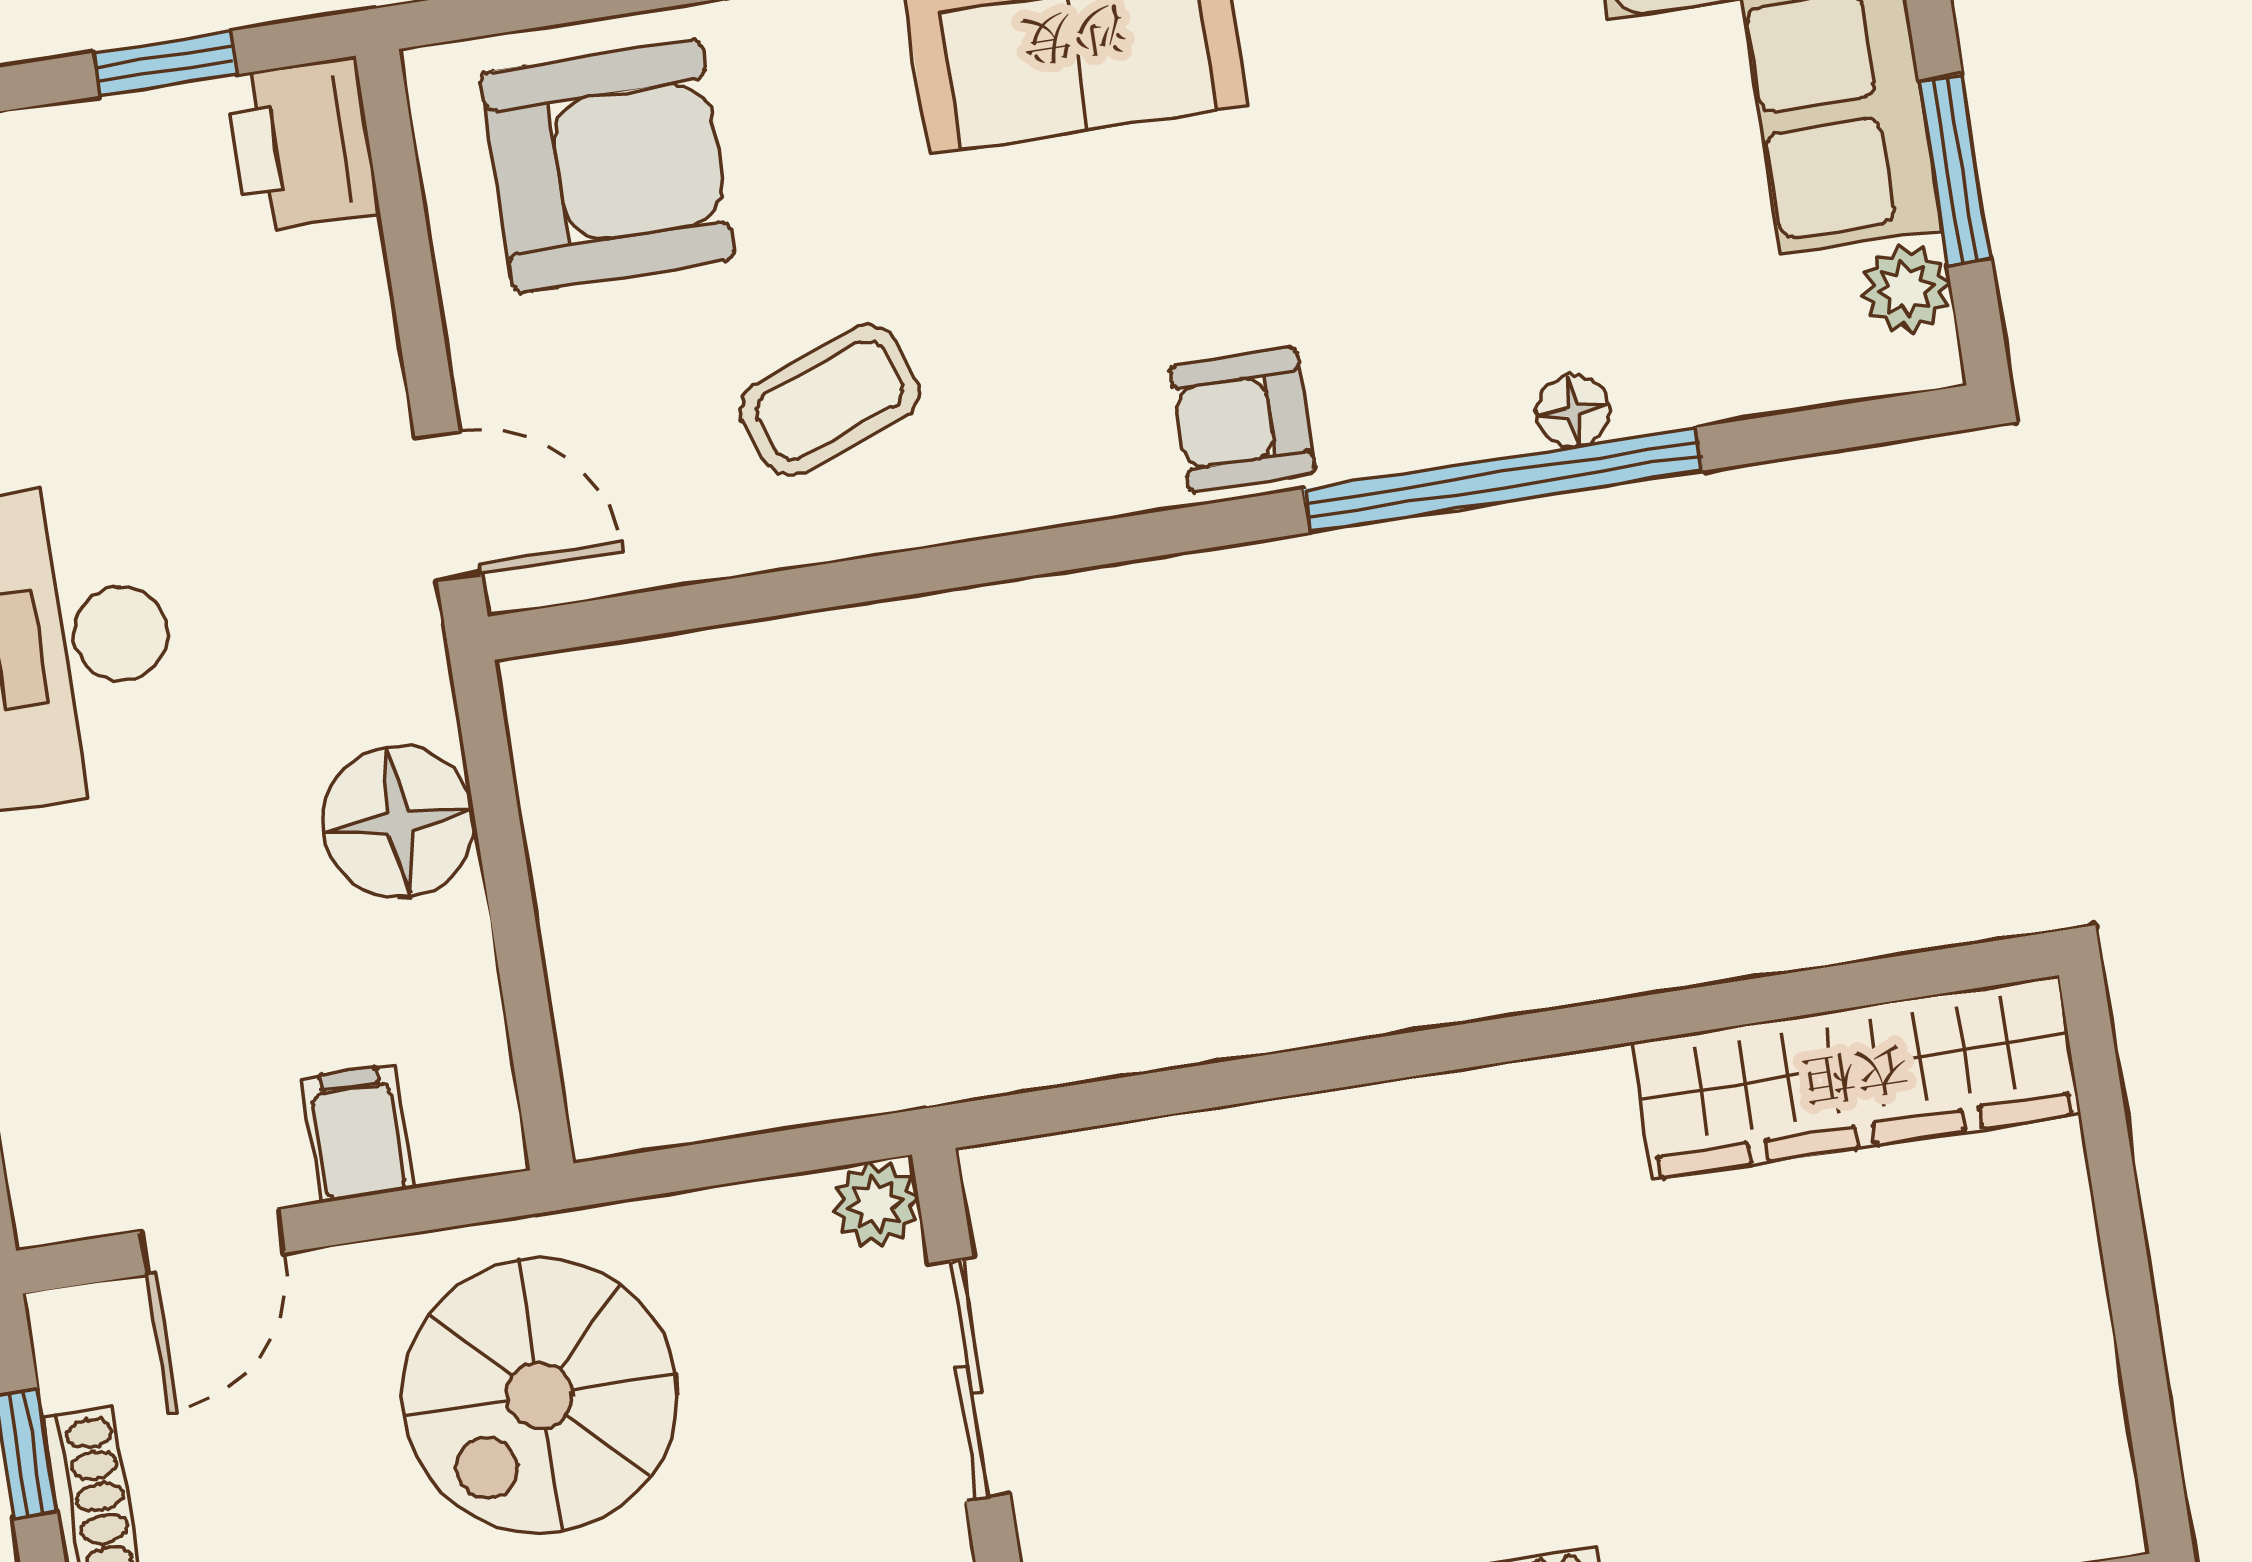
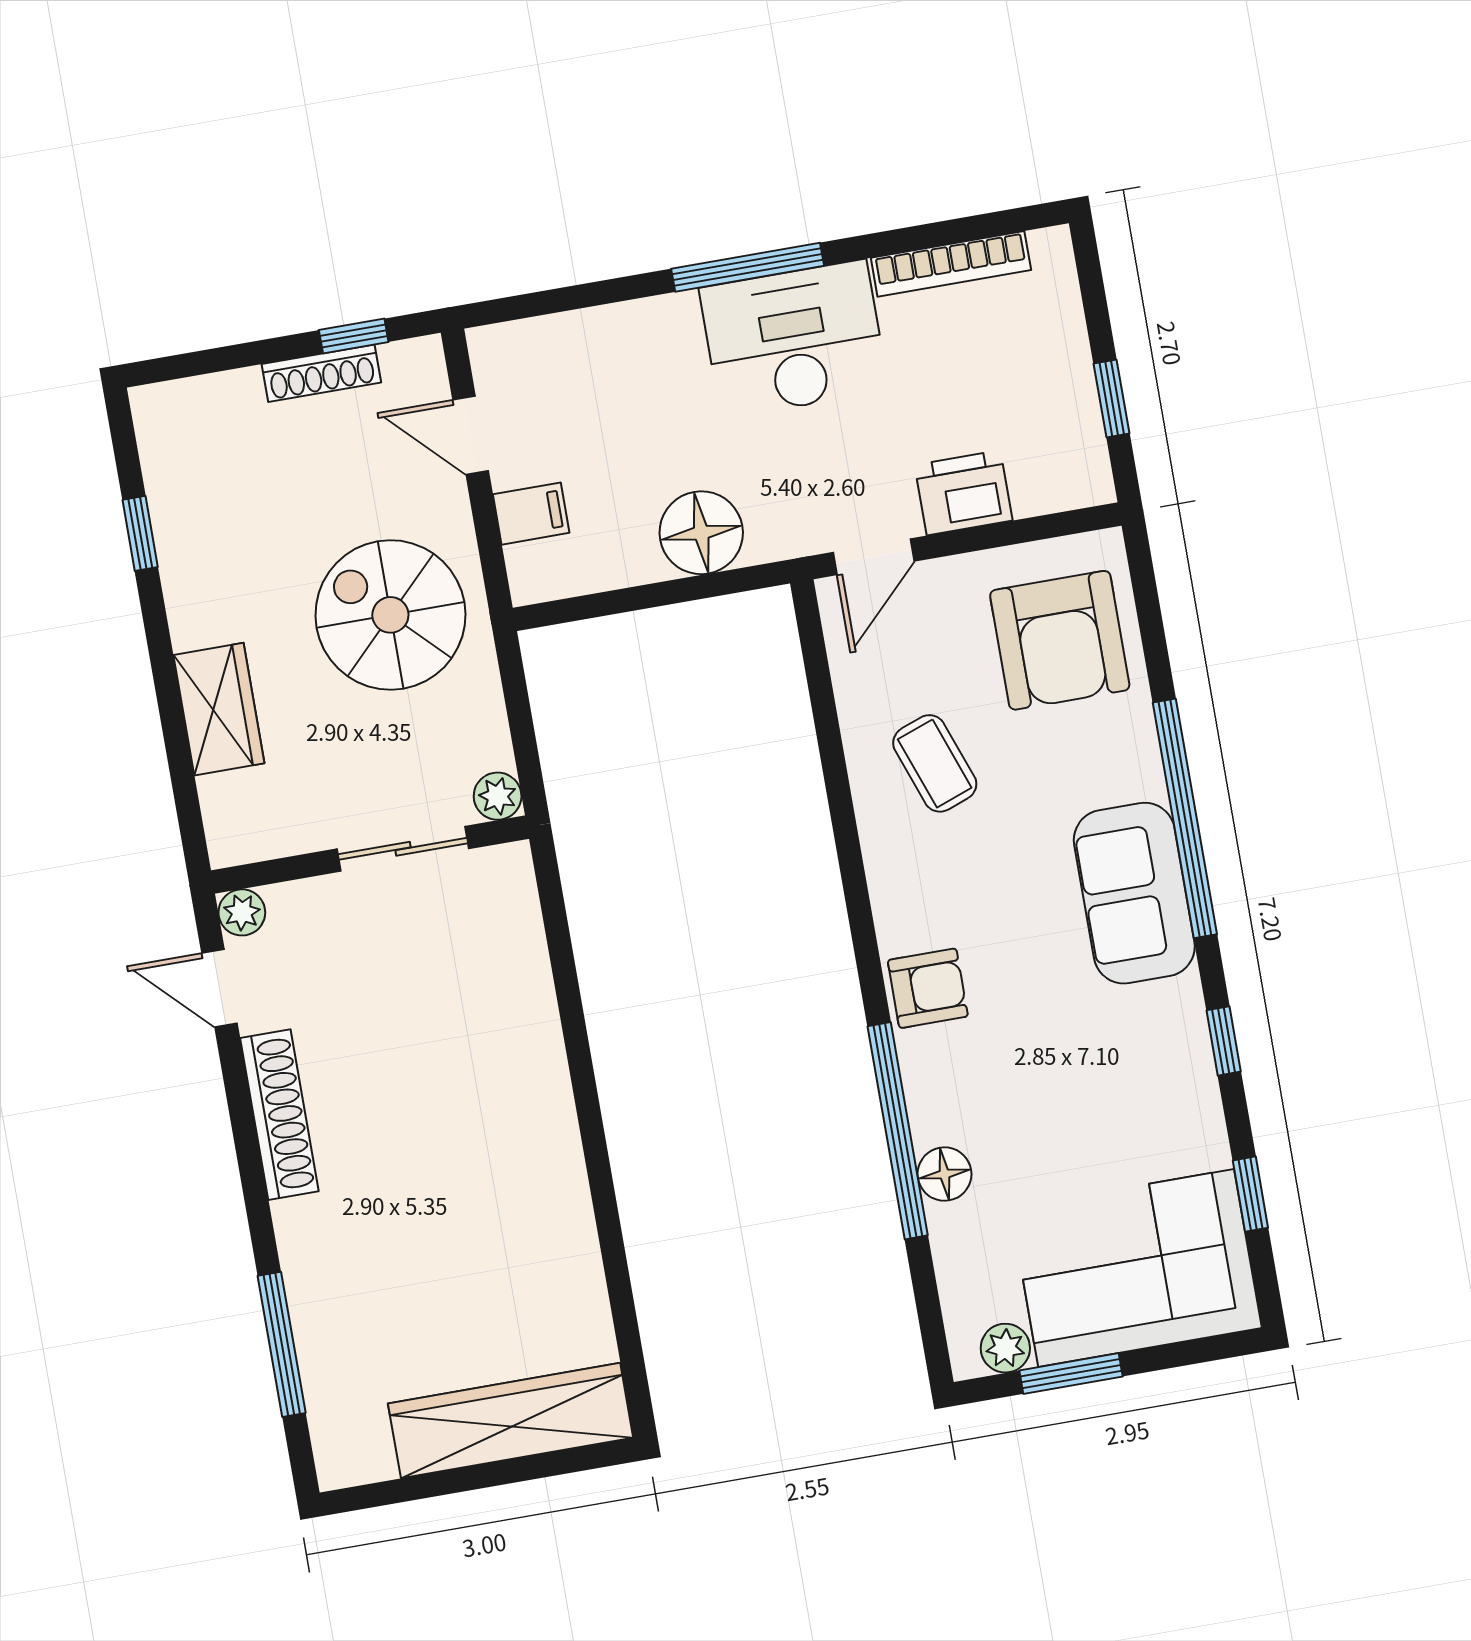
printer: (303, 145) -> (964, 493), moved
floor lamp: (1573, 411) -> (944, 1174), width x1.37, depth x1.37
armchair: (1242, 420) -> (928, 988), turned 90
wardrobe: (1856, 1078) -> (511, 1421), moved, turned 90

